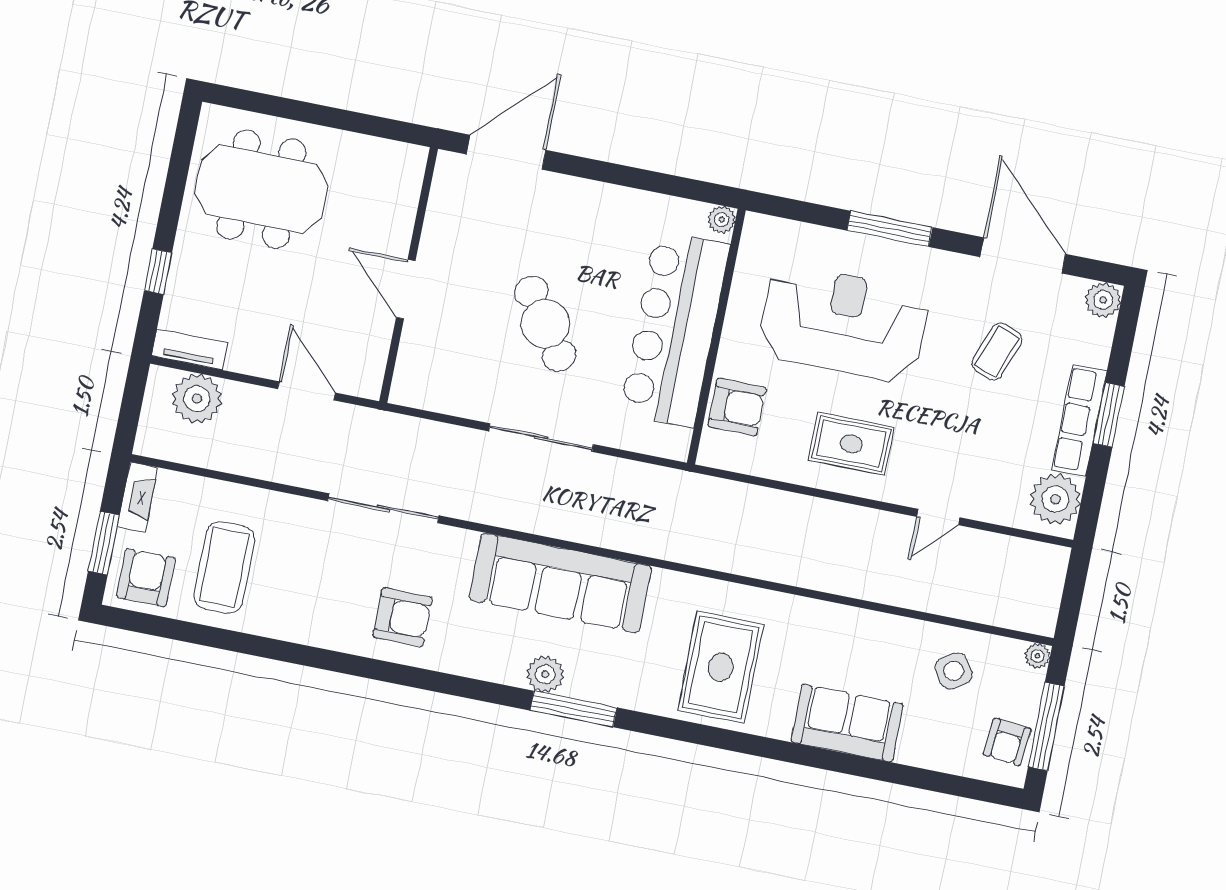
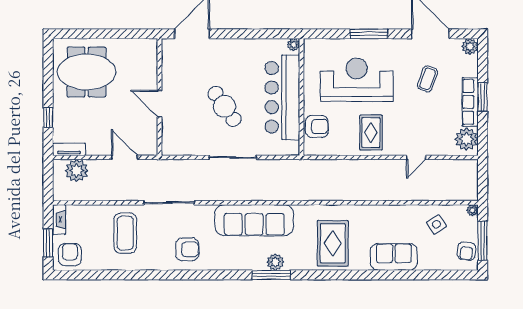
rug: (851, 444) -> (371, 133), turned 90
coffee table: (224, 567) -> (125, 233), moved
plant: (545, 674) -> (275, 262), moved

